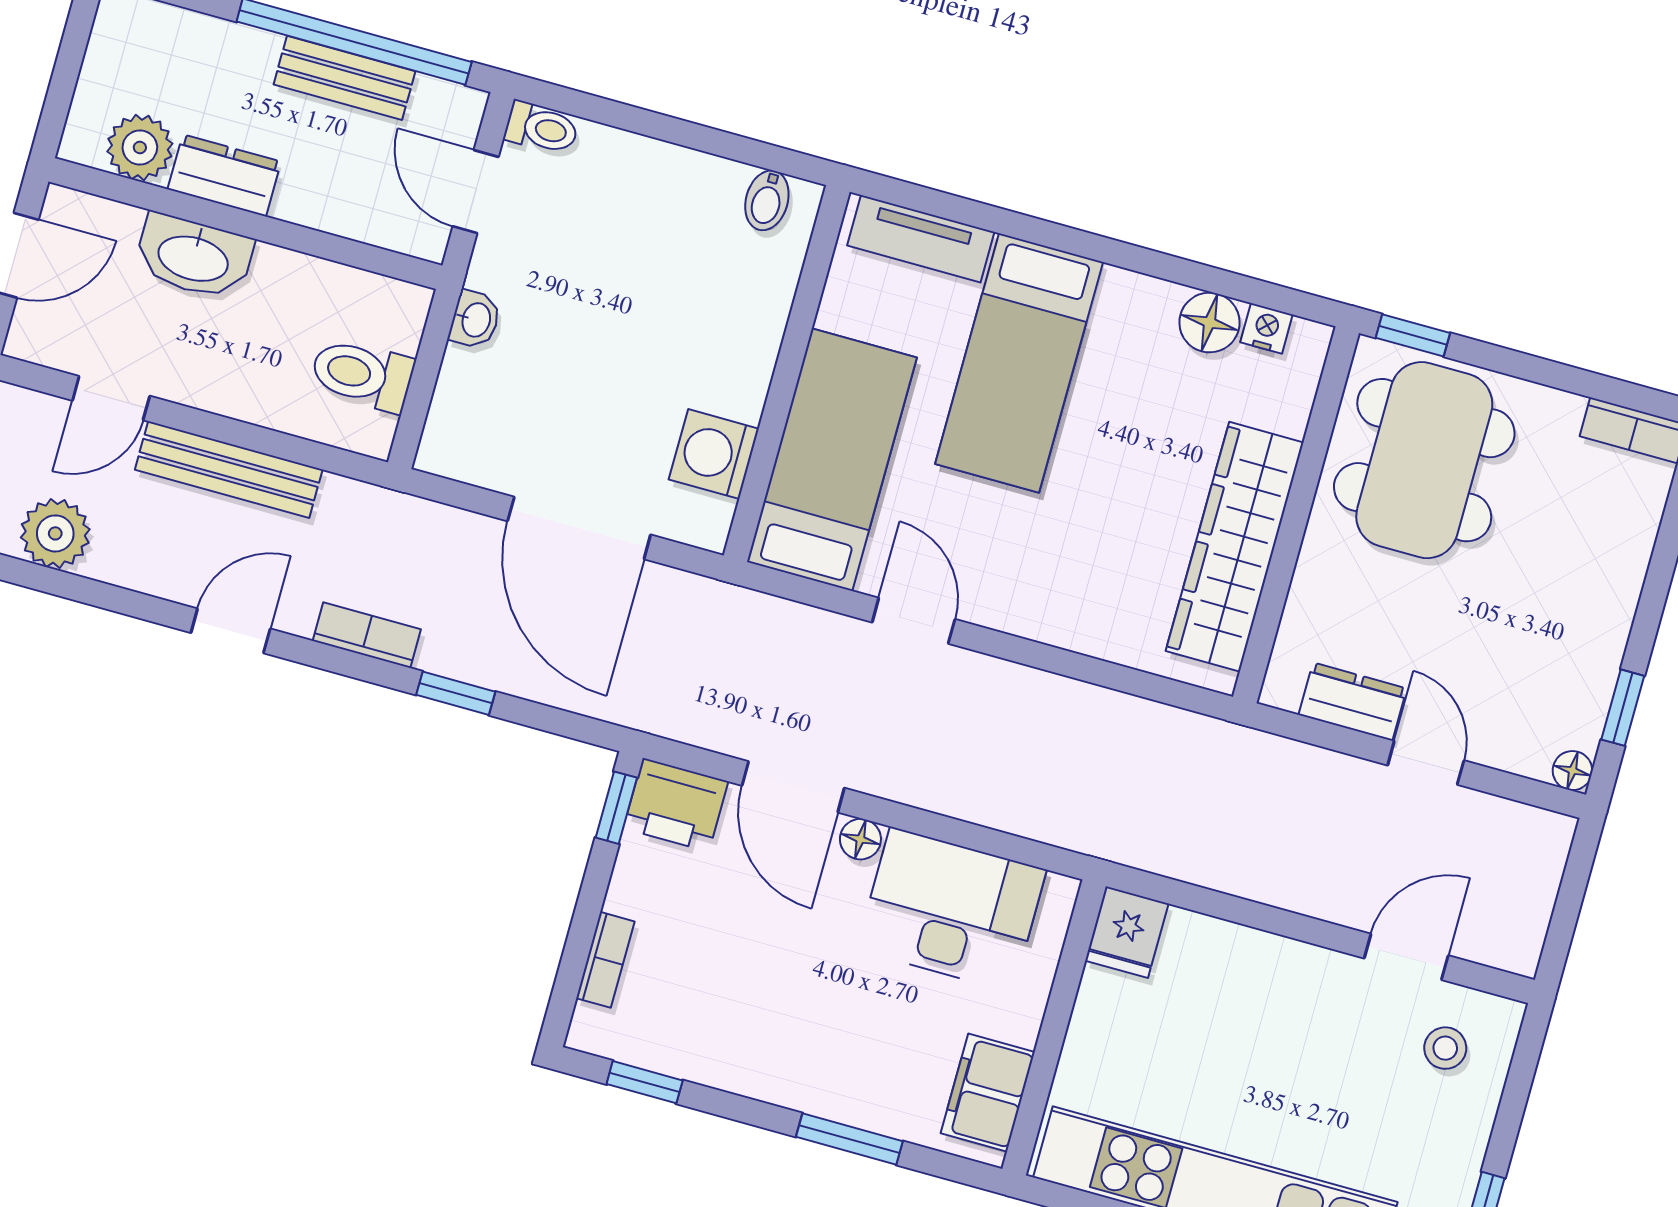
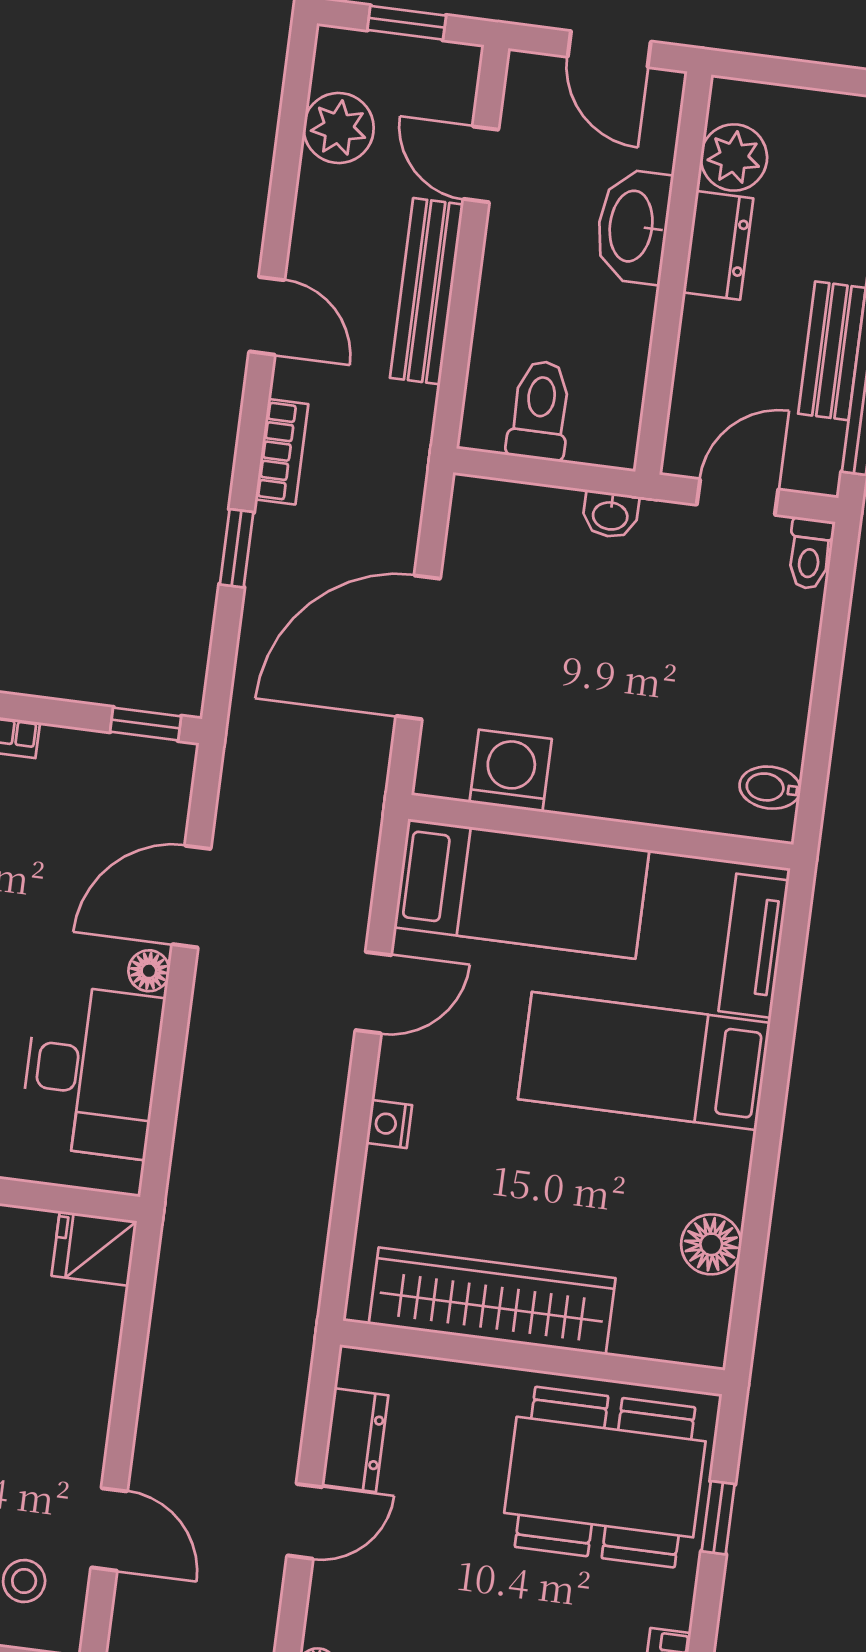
nightstand: (1266, 328) -> (389, 1124), moved, turned 180
window: (1413, 335) -> (718, 1518), moved
printer: (676, 805) -> (157, 783), removed

